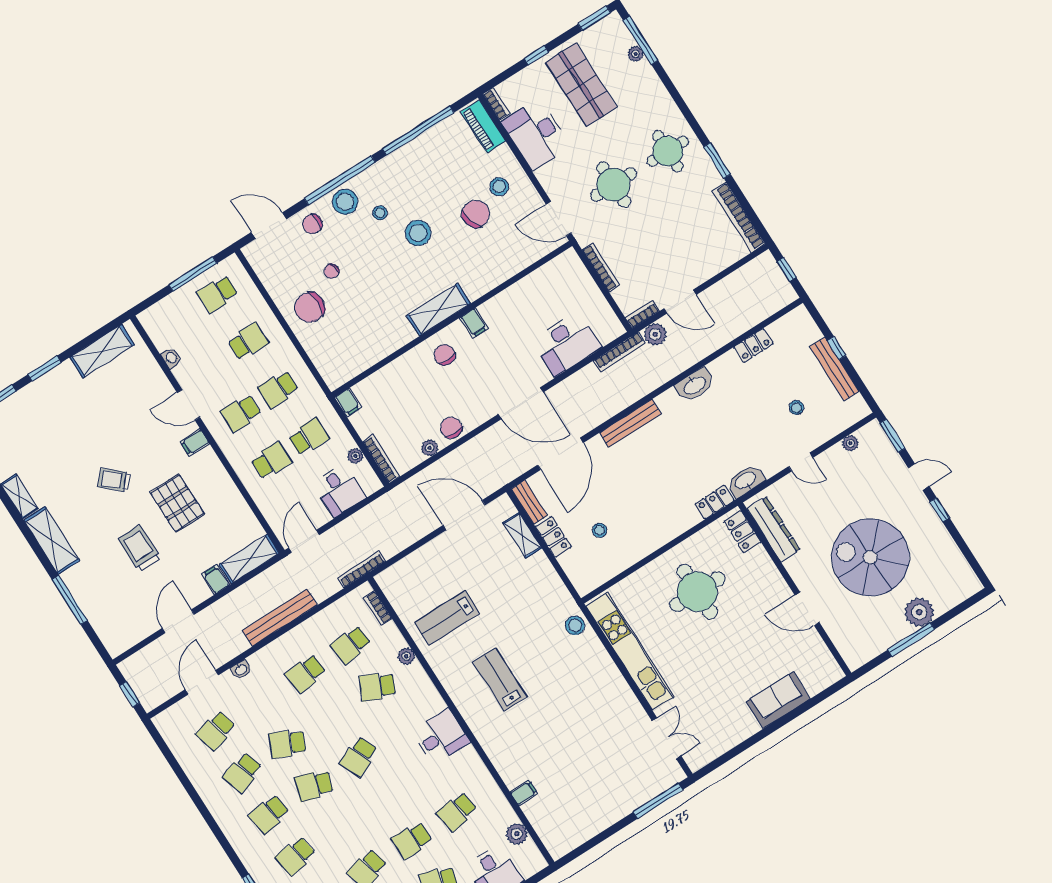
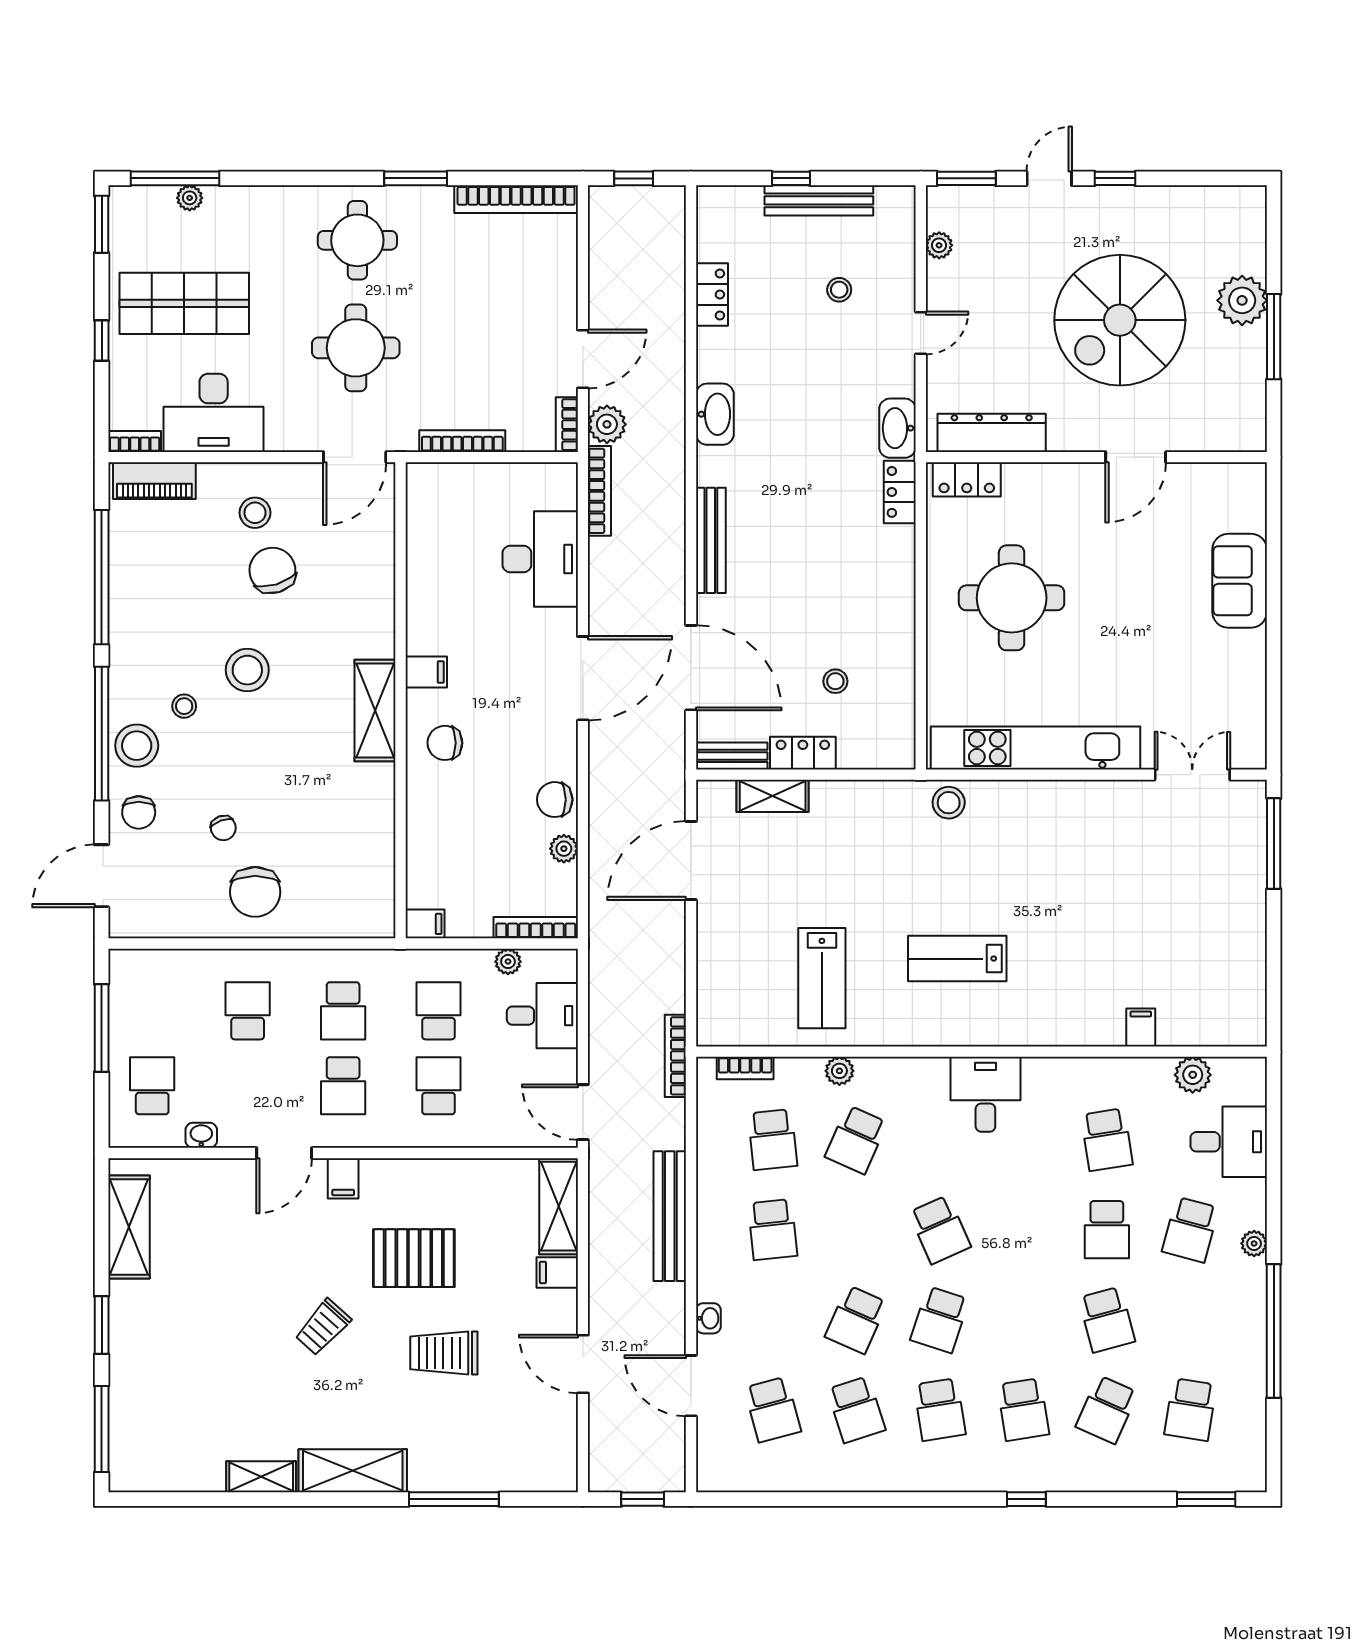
school desk: (218, 294) -> (152, 1086), moved, turned 180

